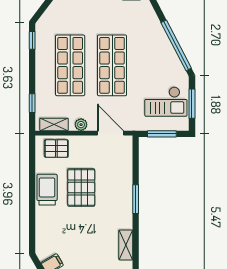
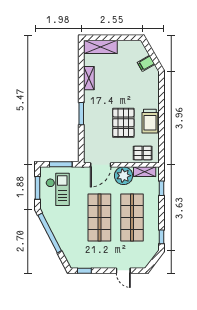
checkout: (166, 102) -> (58, 189), turned 90
plant: (81, 125) -> (124, 176), width x1.88, depth x1.88
door: (111, 133) -> (101, 165), hinge flipped

